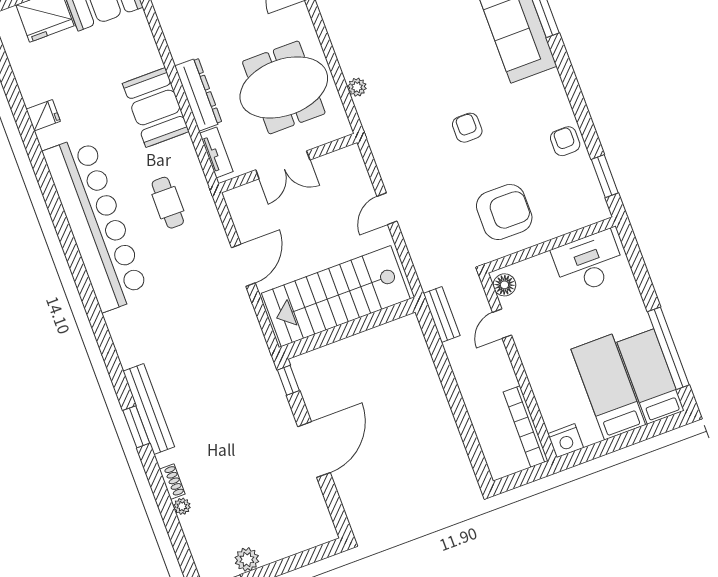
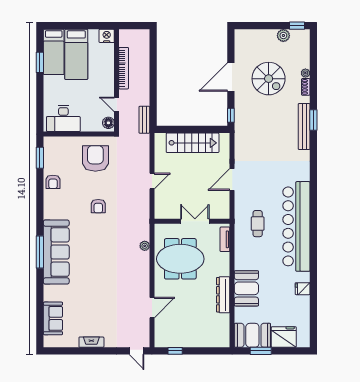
dresser: (198, 94) -> (223, 295), moved
booth: (156, 107) -> (246, 288), moved
armchair: (504, 212) -> (95, 158), turned 90
stairs: (336, 296) -> (193, 143), width x0.73, depth x0.66
door: (502, 324) -> (117, 104), swing flipped
window: (668, 348) -> (40, 62), width x0.47
bookcase: (526, 426) -> (124, 68), moved
spiral stairs: (245, 472) -> (269, 79), added

